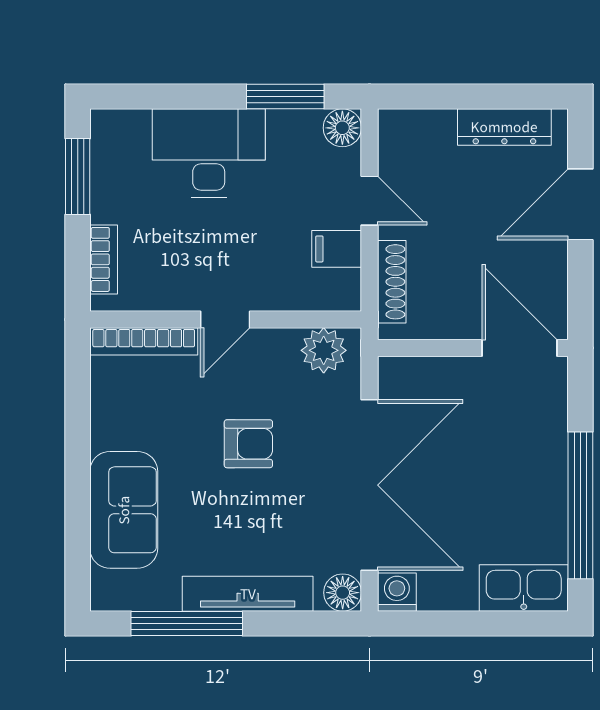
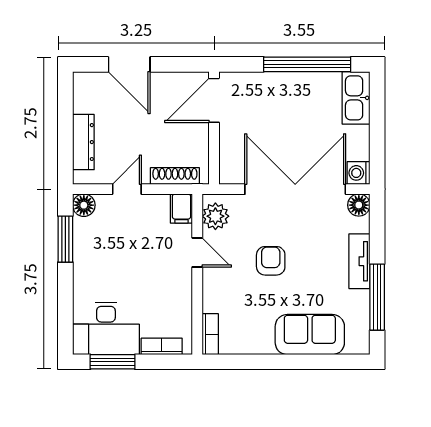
dresser: (504, 127) -> (83, 142), moved
desk: (209, 153) -> (106, 328), moved, turned -90
filing cabinet: (337, 249) -> (181, 209), moved
door: (225, 320) -> (197, 252), moved
bookcase: (144, 341) -> (210, 334), width x0.64
tv unit: (248, 594) -> (359, 261), width x0.71

